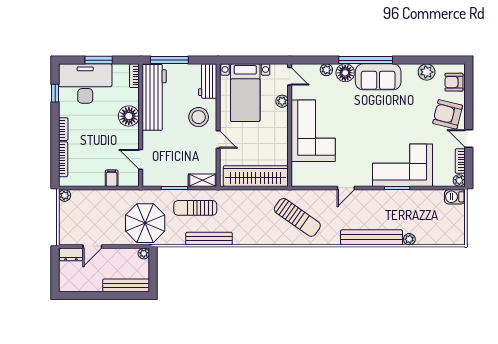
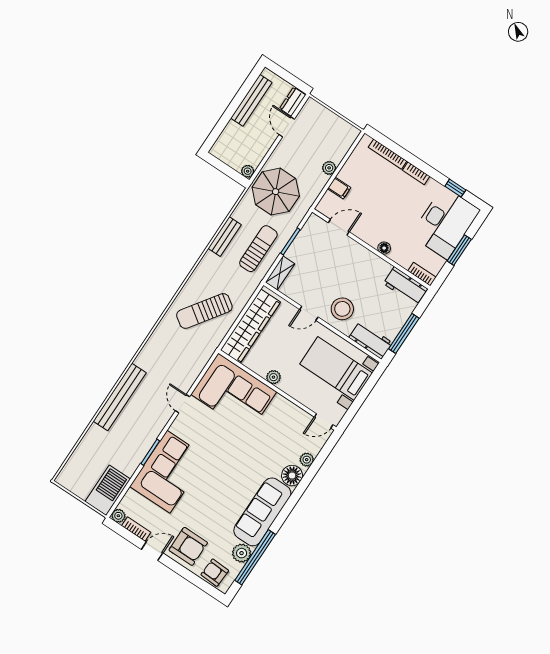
window: (169, 60) -> (404, 333), moved
window: (366, 60) -> (255, 557), moved
sofa: (378, 77) -> (262, 512), width x1.36
armchair: (454, 82) -> (215, 573), turned -87
workbench: (154, 97) -> (405, 286), width x0.53, depth x0.76
plant: (282, 101) -> (273, 377), moved
armchair: (448, 114) -> (188, 546), turned 76
floor lamp: (129, 116) -> (384, 248), width x0.53, depth x0.53
corner sofa: (313, 131) -> (234, 393), moved
plant: (65, 195) -> (329, 168), moved
barbecue: (455, 197) -> (108, 490), width x1.88, depth x1.53
sun lounger: (297, 217) -> (204, 311), moved
bench: (209, 239) -> (225, 237), width x0.73
plant: (409, 239) -> (94, 432), removed
bench: (126, 285) -> (251, 100), moved

